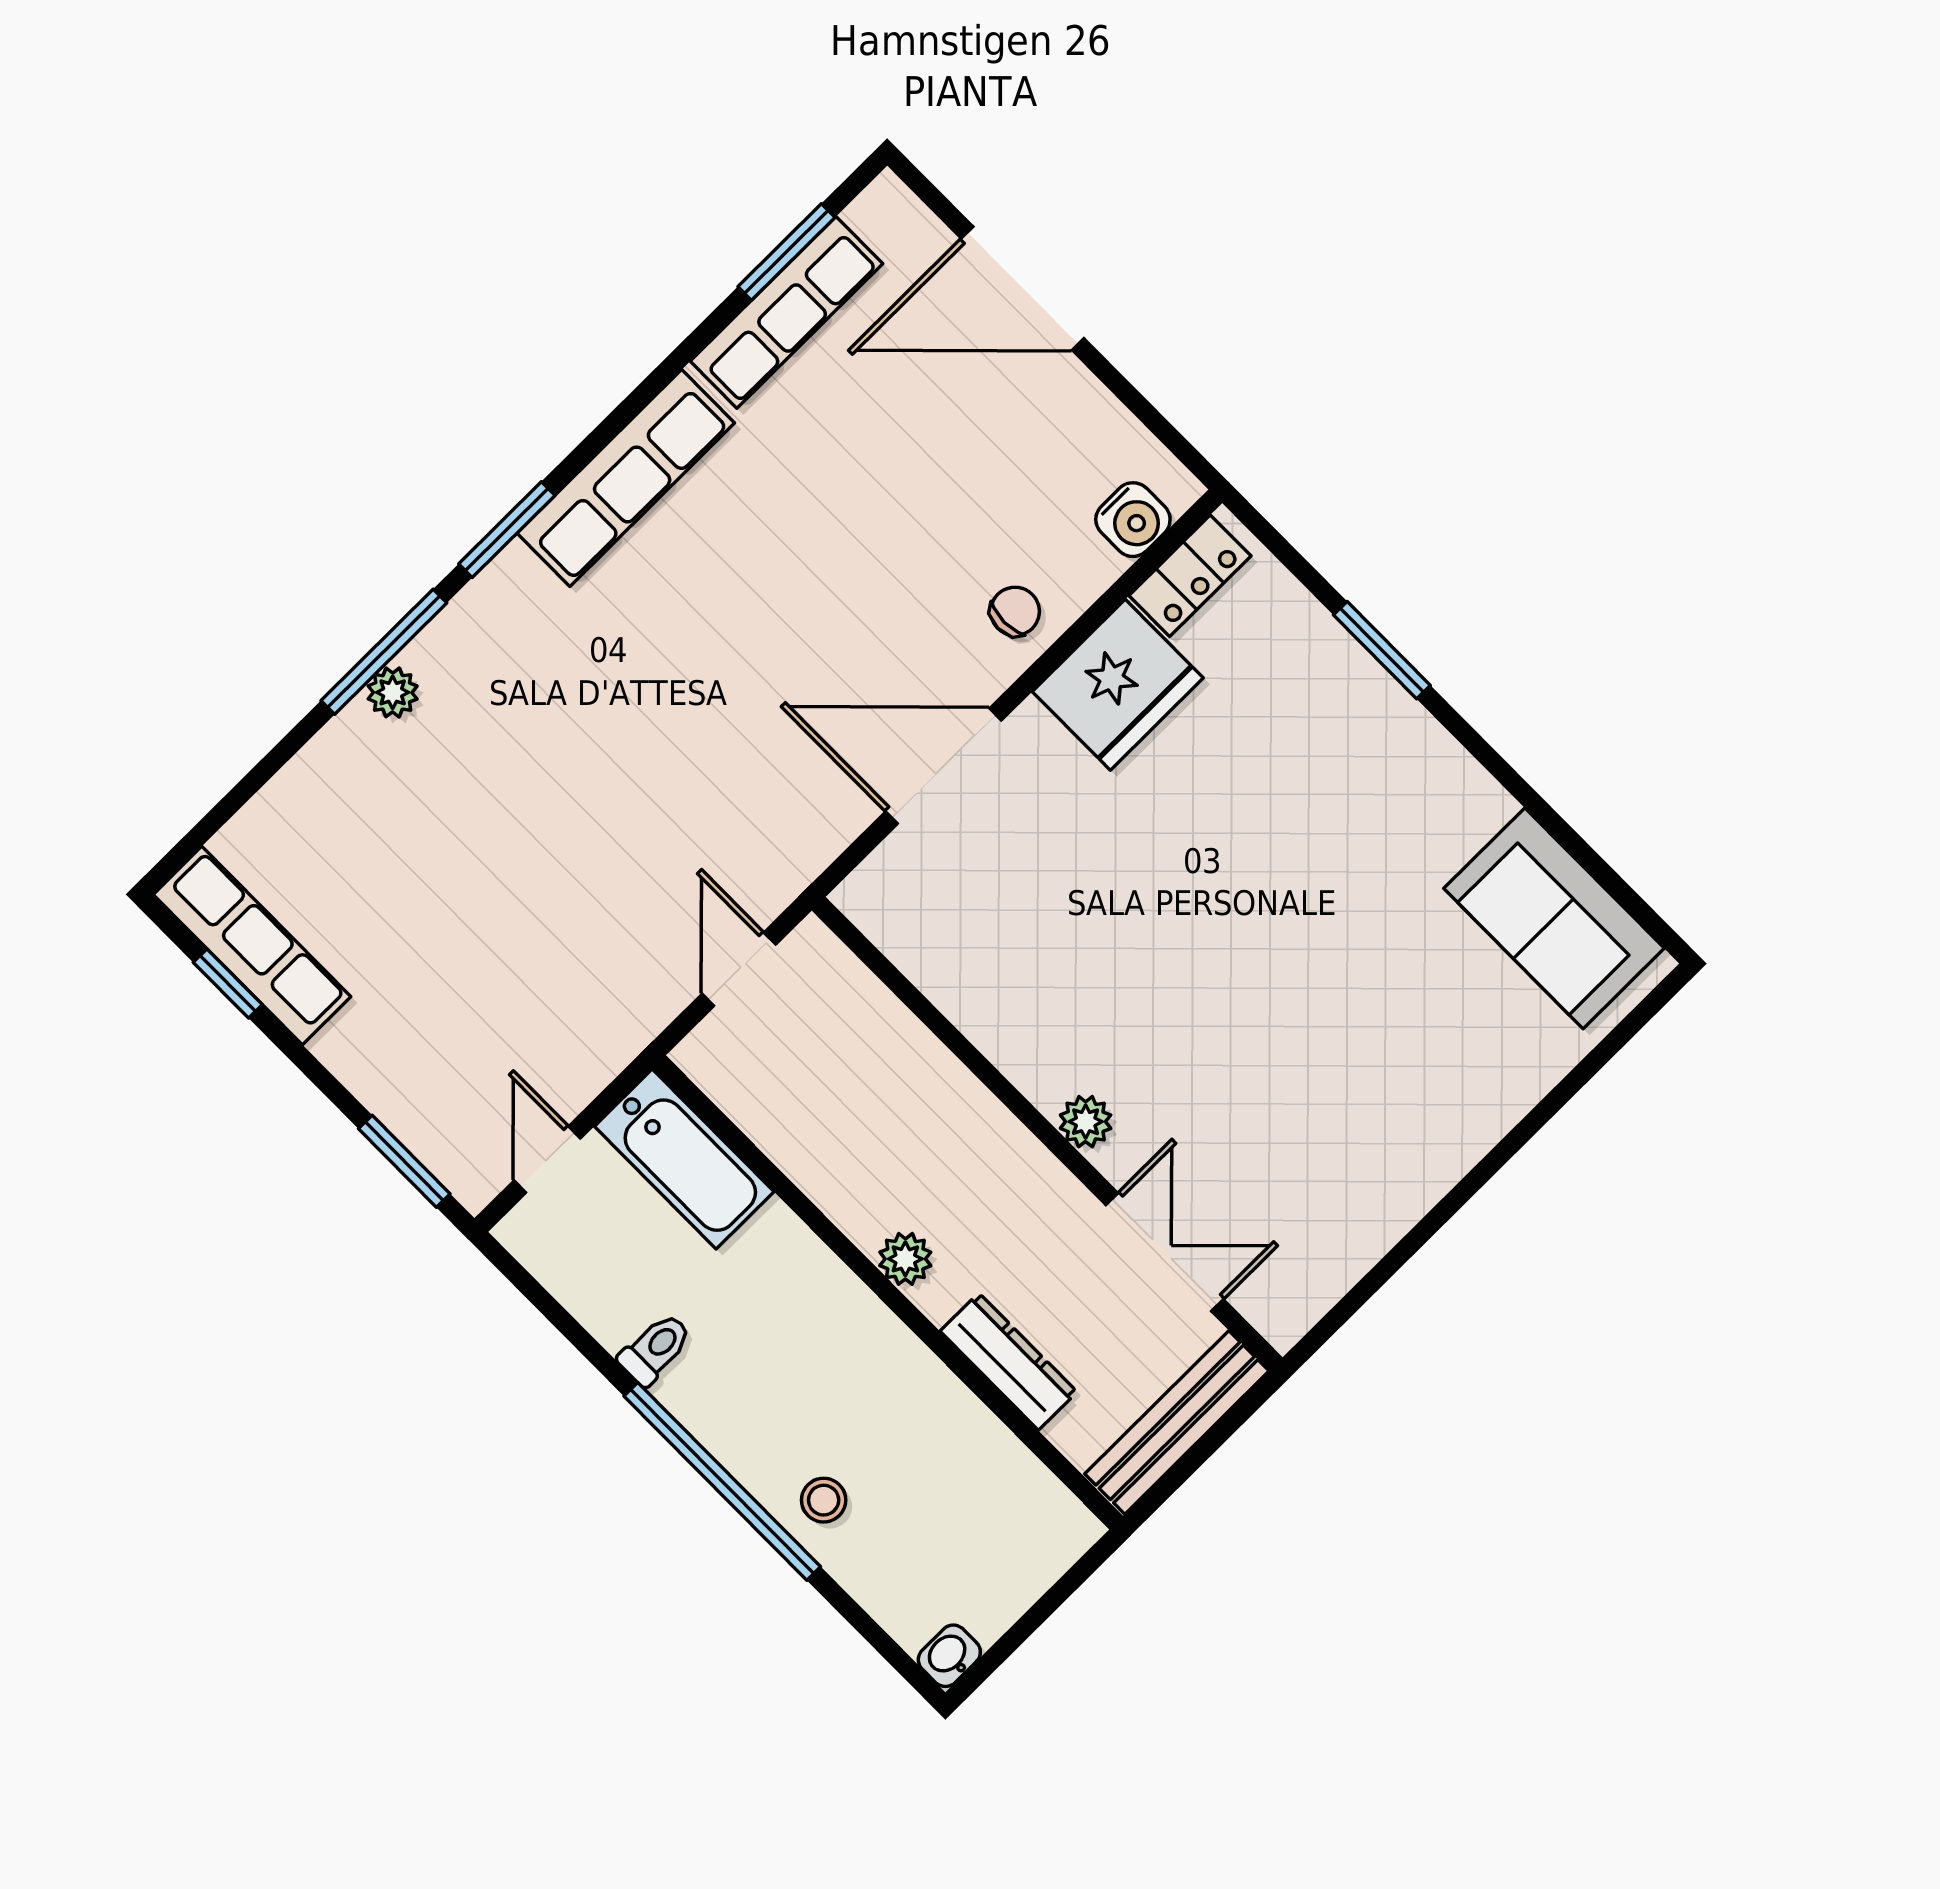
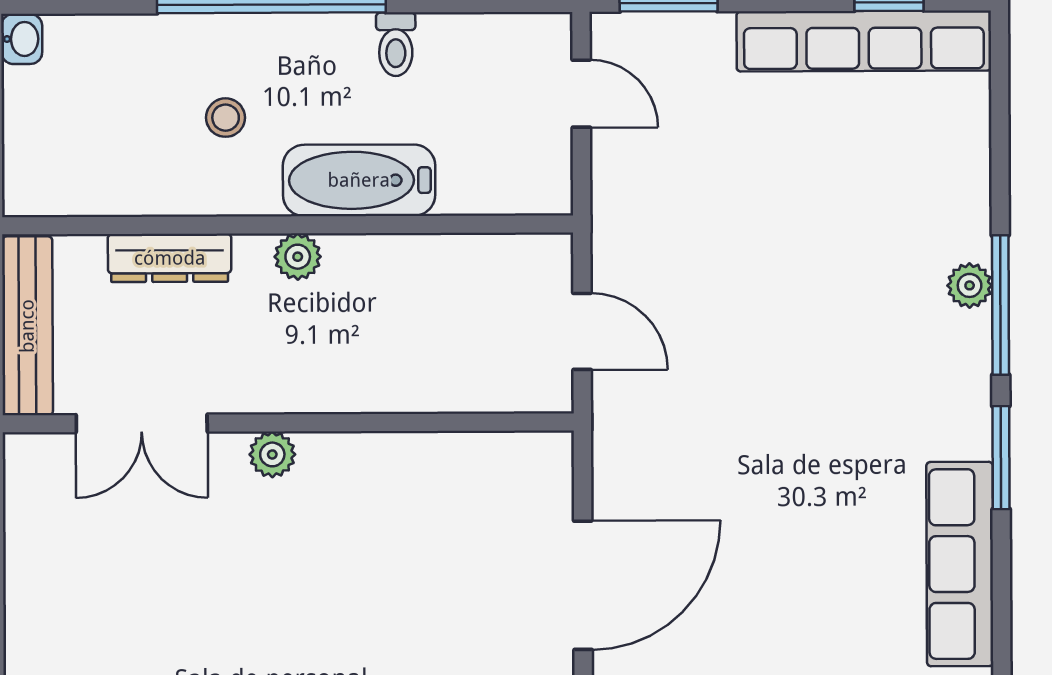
row of seats: (252, 946) -> (864, 41), width x1.36
bathtub: (684, 1159) -> (359, 180), moved
stool: (824, 1500) -> (226, 118), moved

